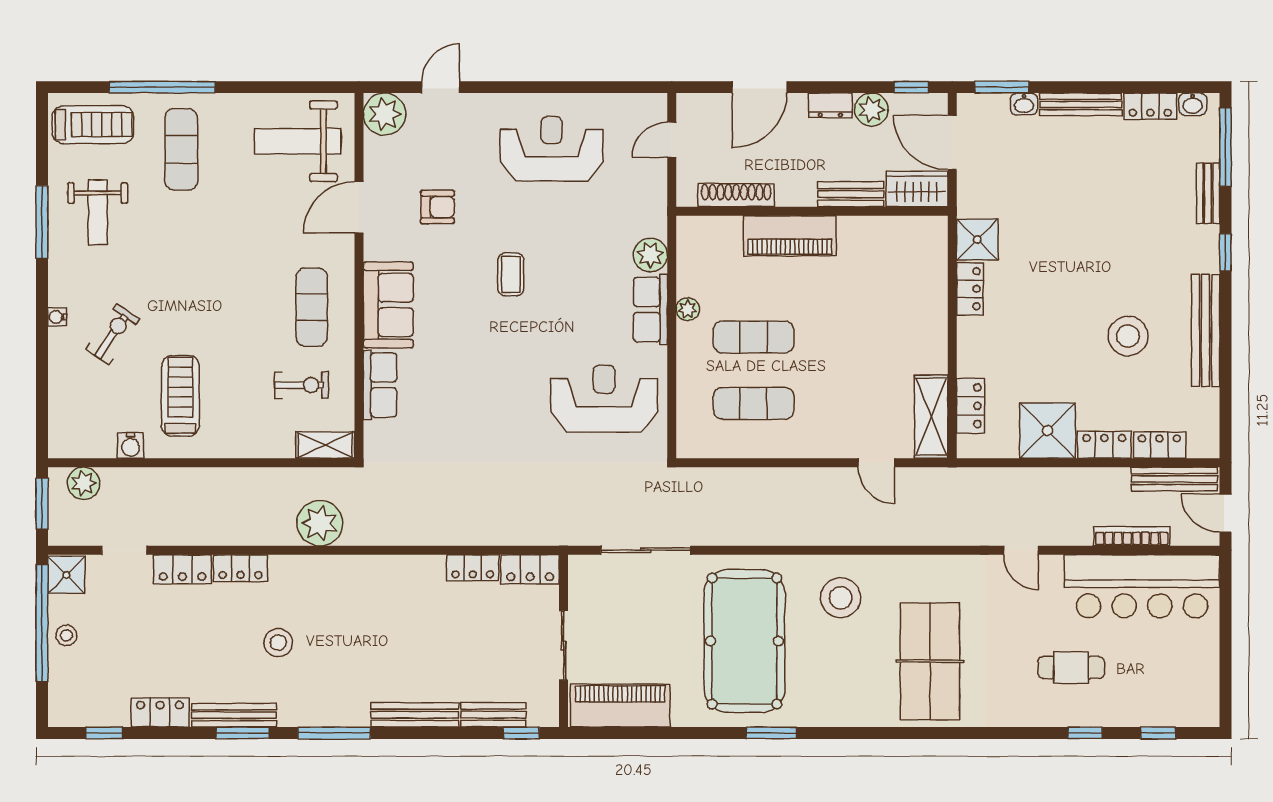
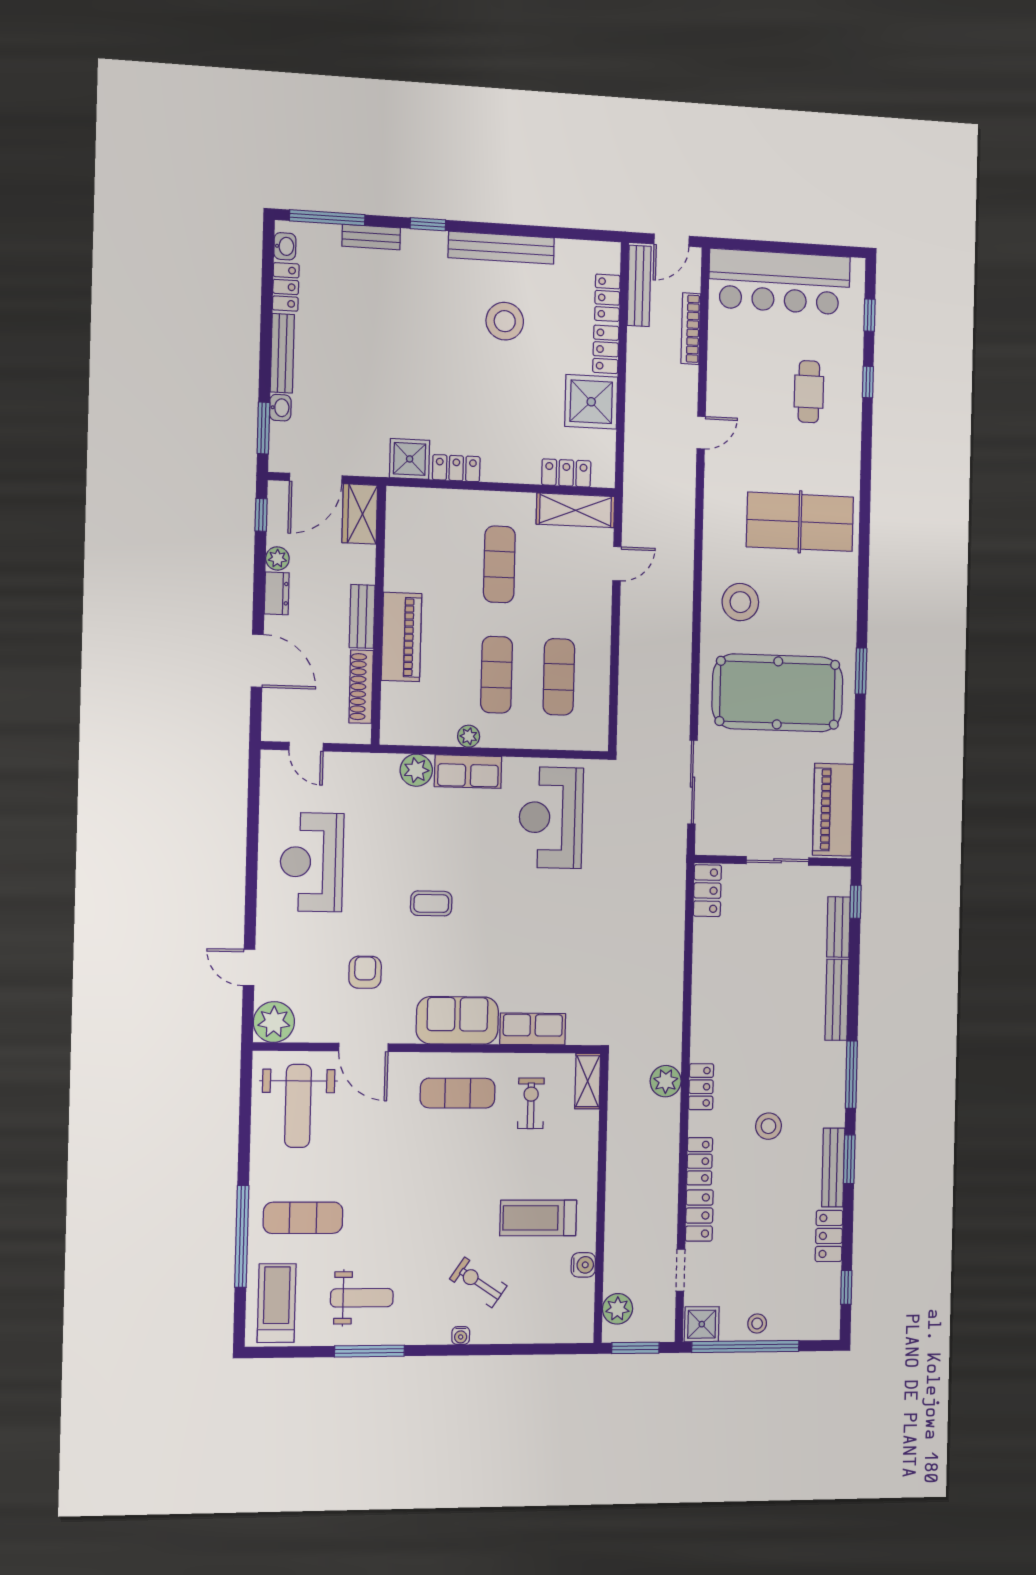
plant: (871, 110) -> (277, 558), width x0.73, depth x0.73
bench: (851, 194) -> (362, 616), moved
exercise mat: (870, 337) -> (499, 564), added
plant: (320, 523) -> (666, 1081), width x0.73, depth x0.73
locker: (473, 568) -> (701, 1087), moved
bar counter: (1142, 586) -> (780, 282), moved, turned 90

